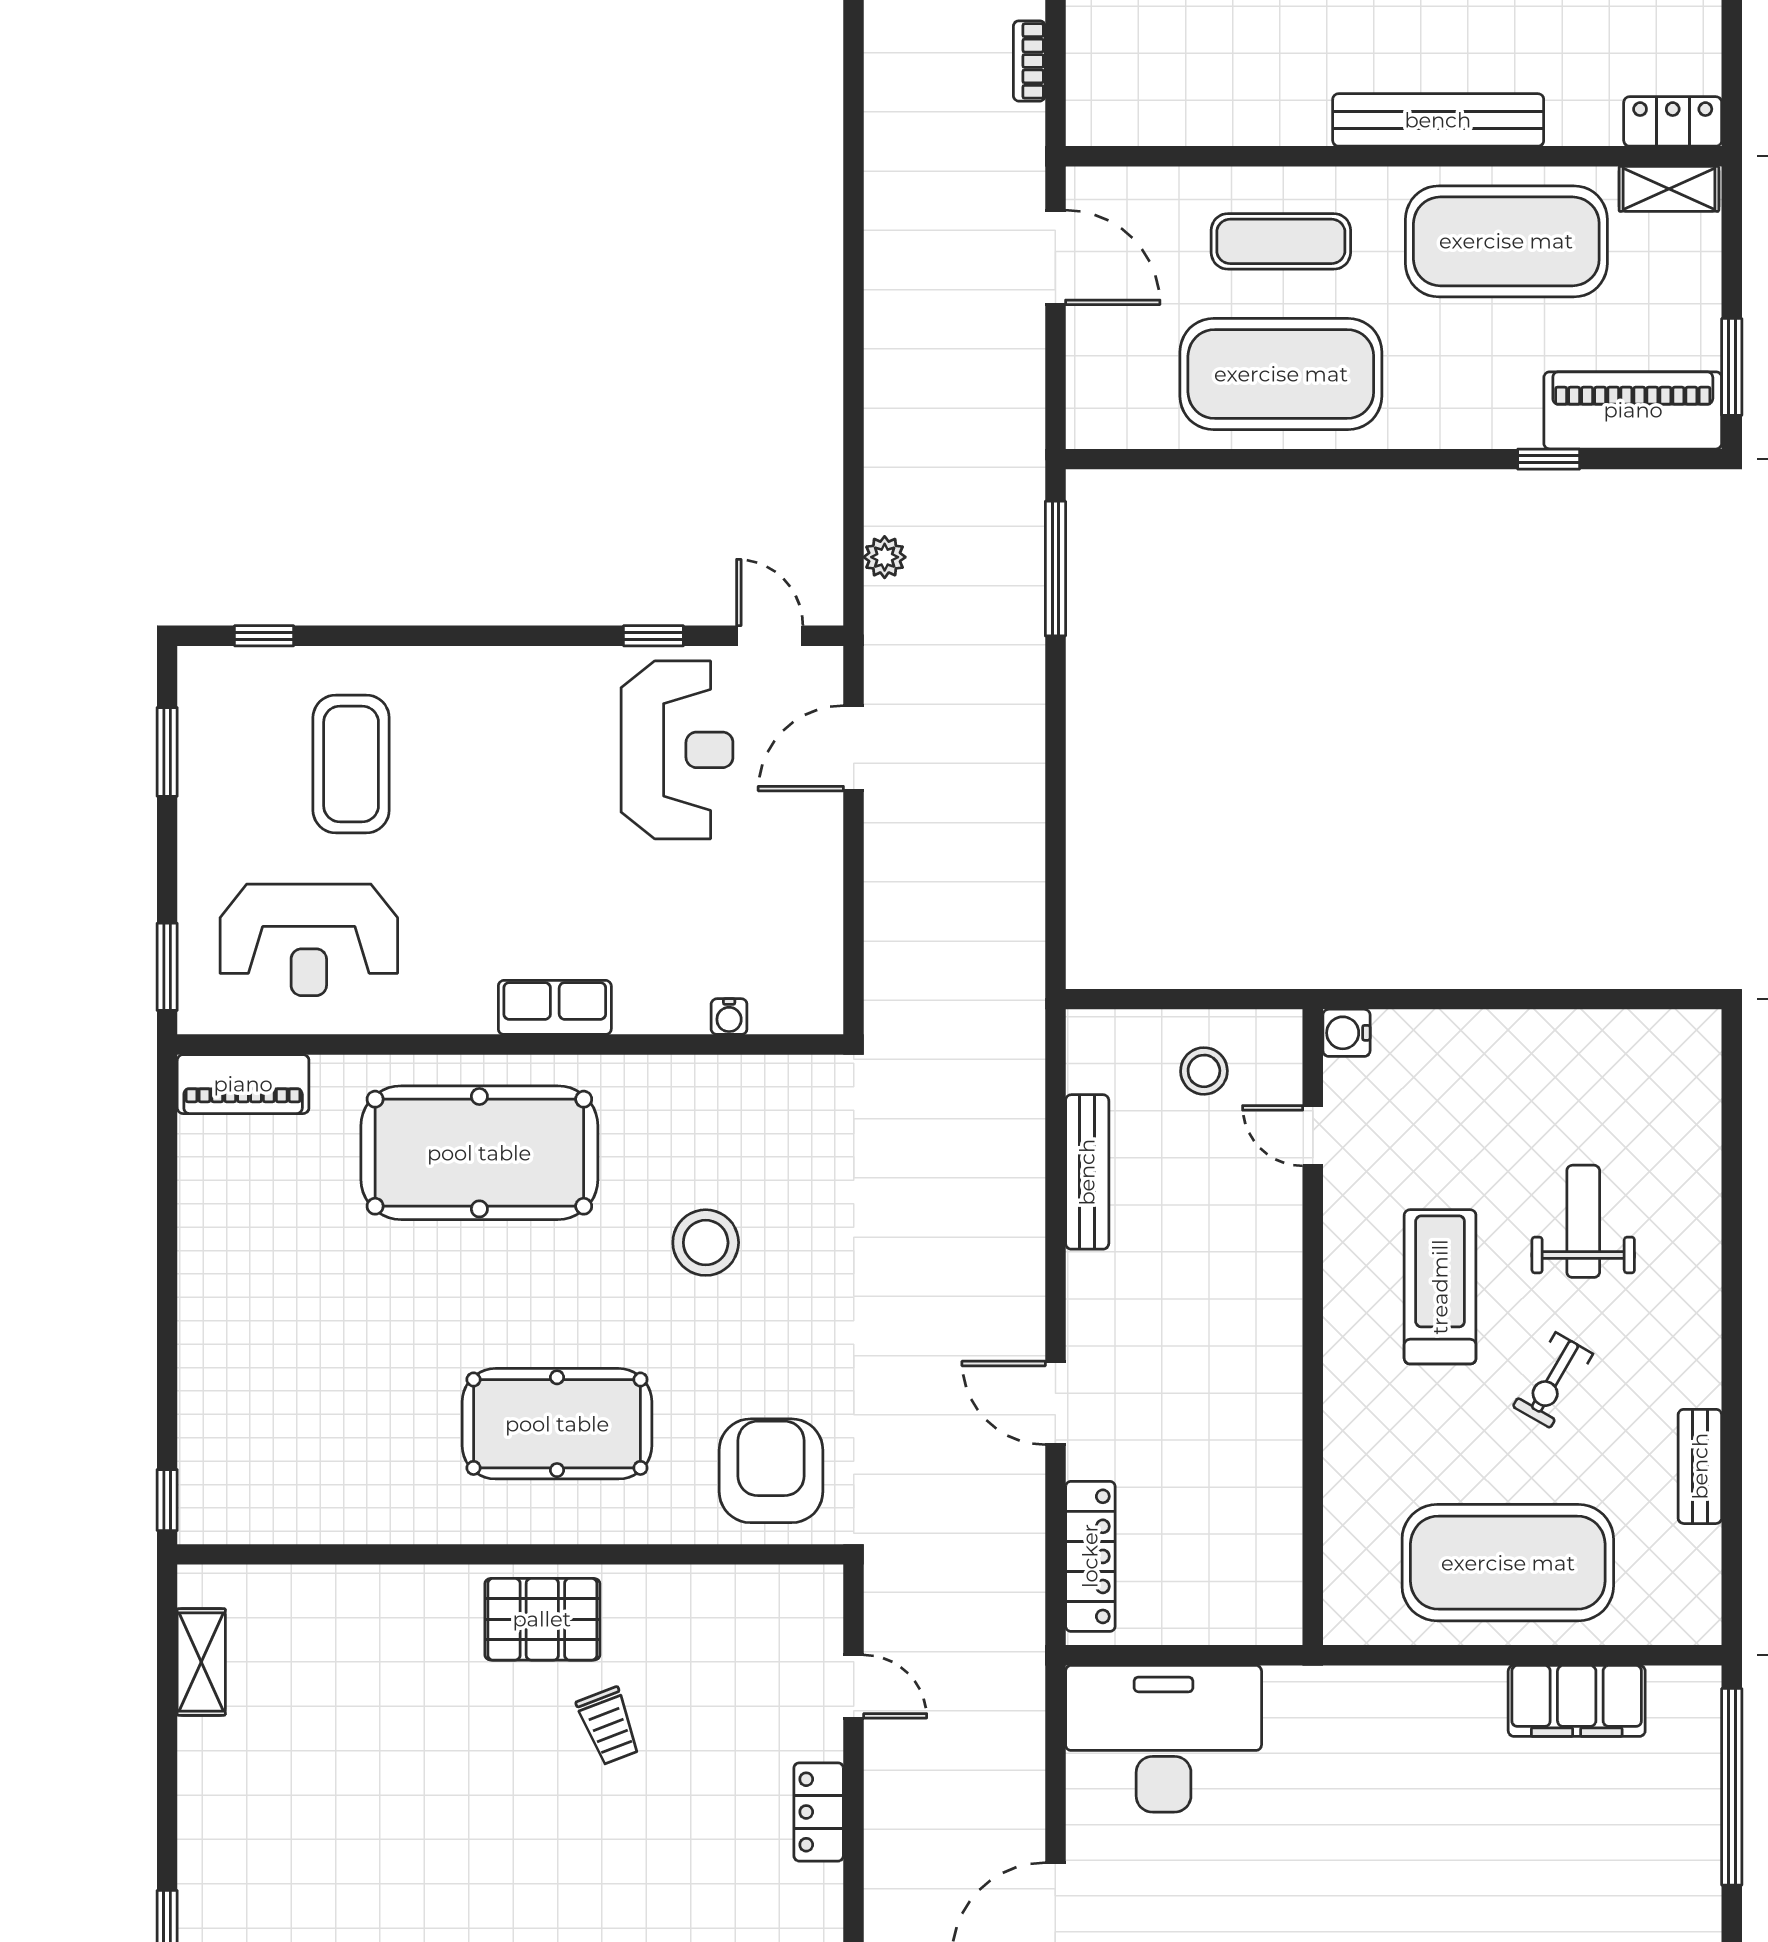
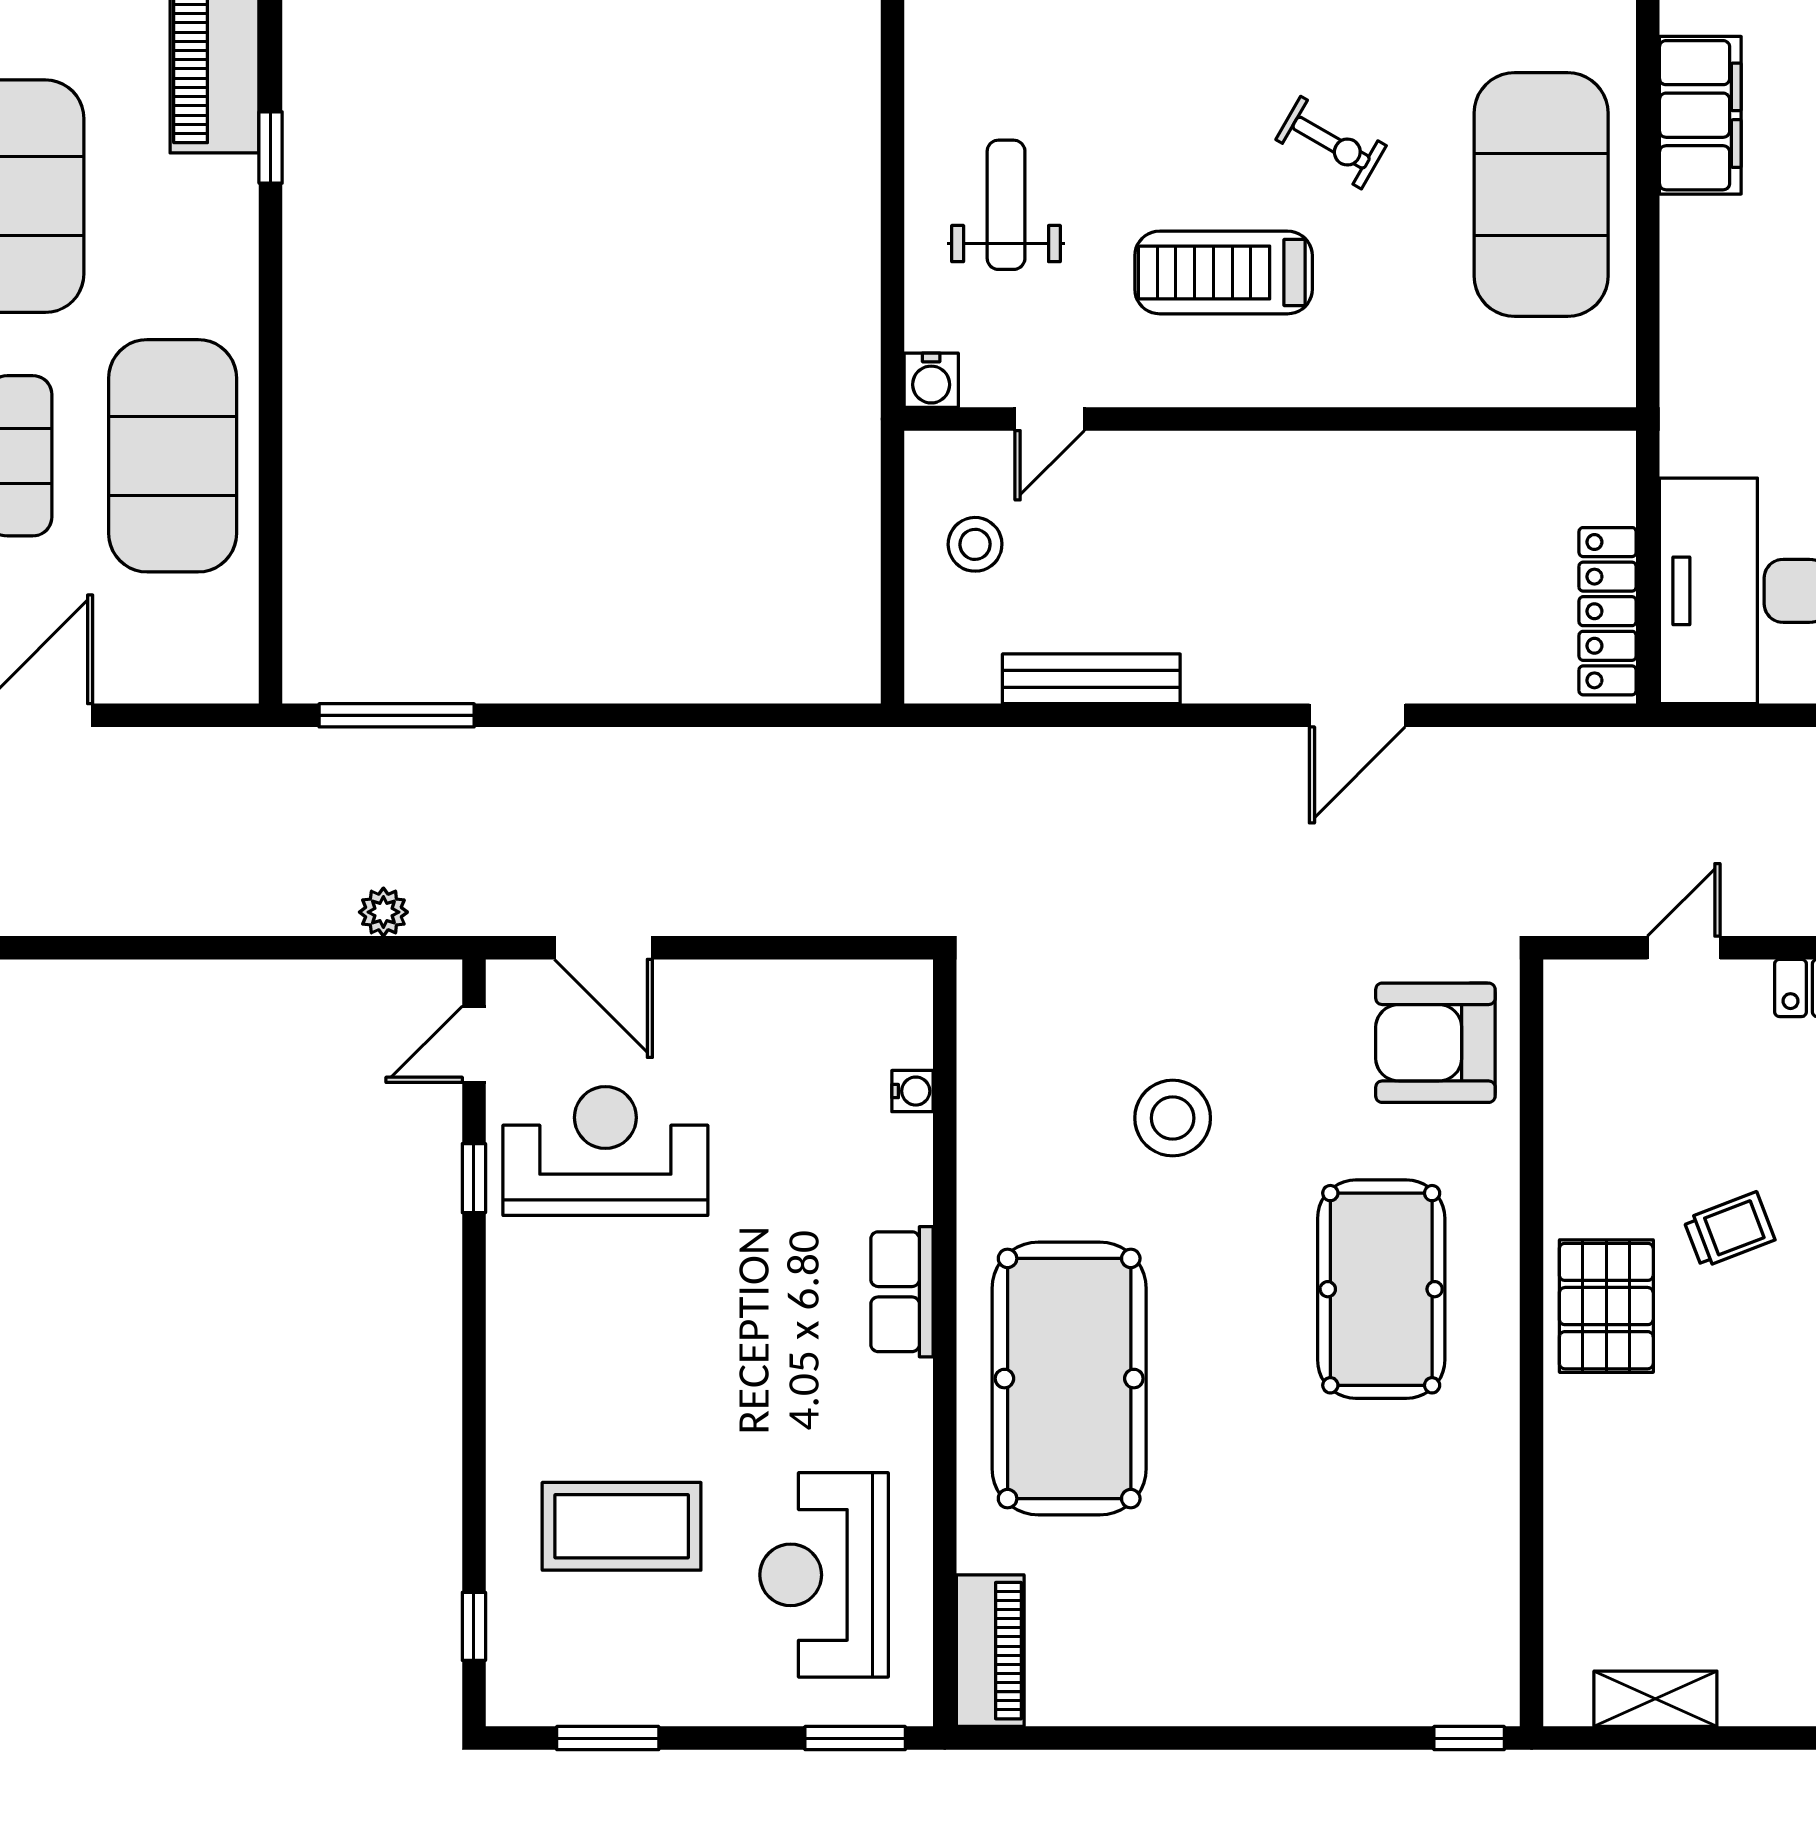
reception desk: (309, 940) -> (824, 1575), turned 180
weight bench: (1583, 1221) -> (1006, 205), moved, turned 90
locker: (1090, 1556) -> (1608, 611), moved, turned -90

